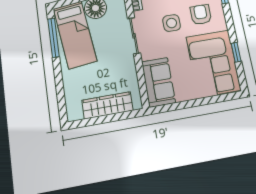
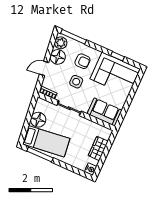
armchair: (201, 15) -> (82, 61), turned 180
wardrobe: (107, 105) -> (98, 148), width x0.67
nightstand: (74, 114) -> (91, 169), added

